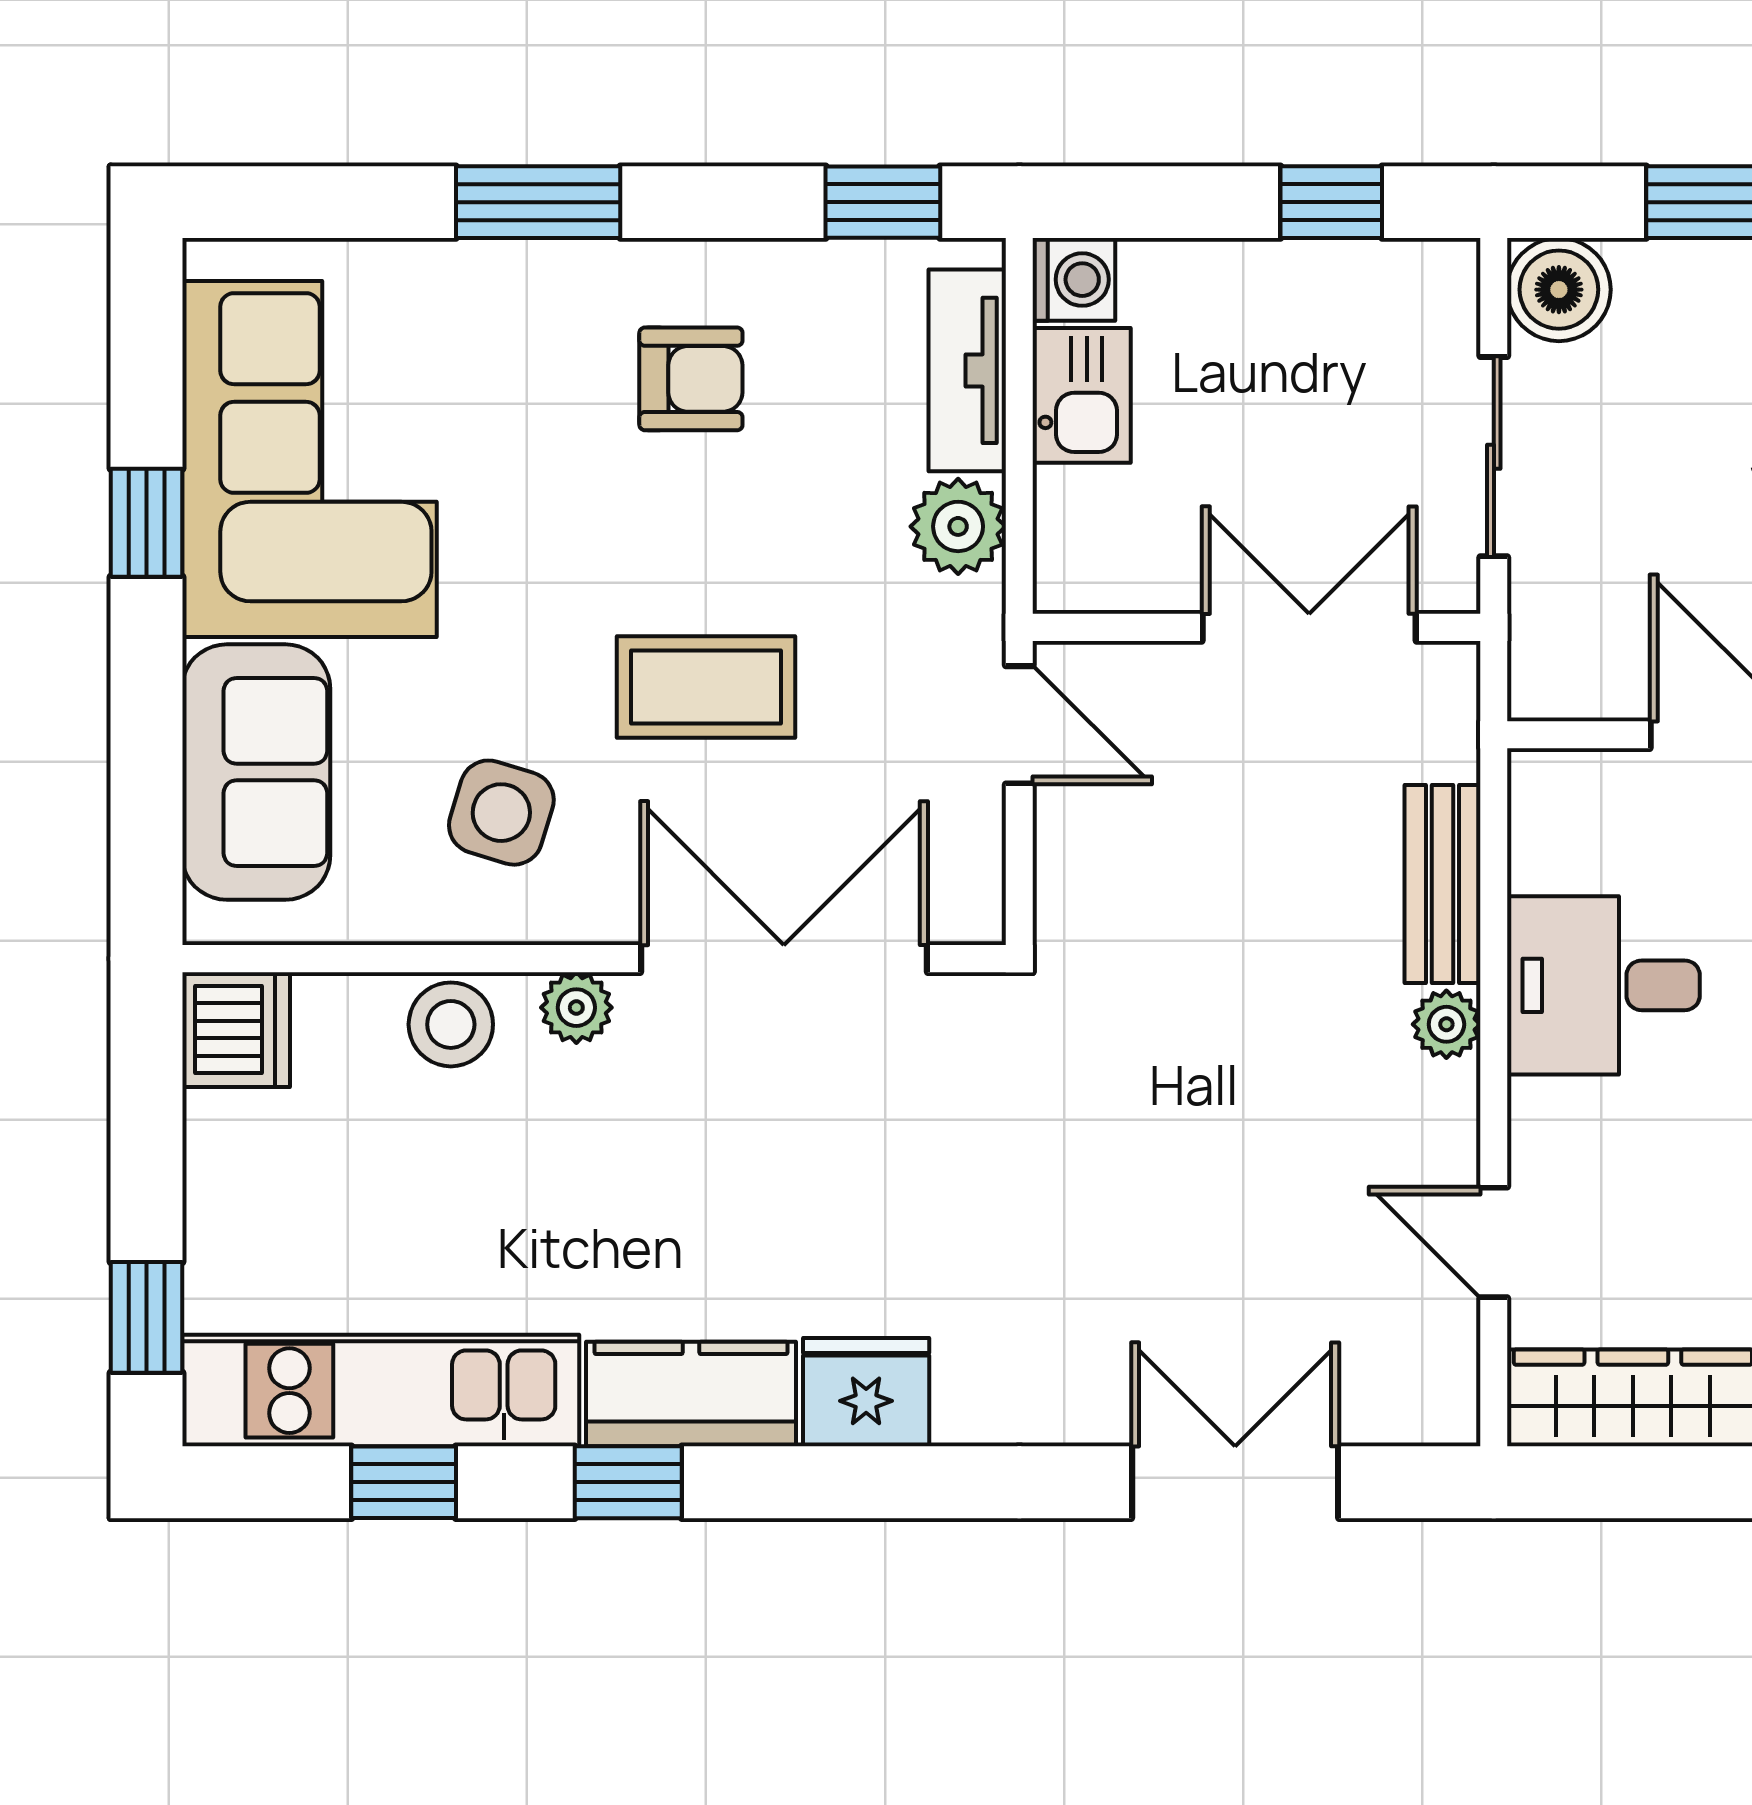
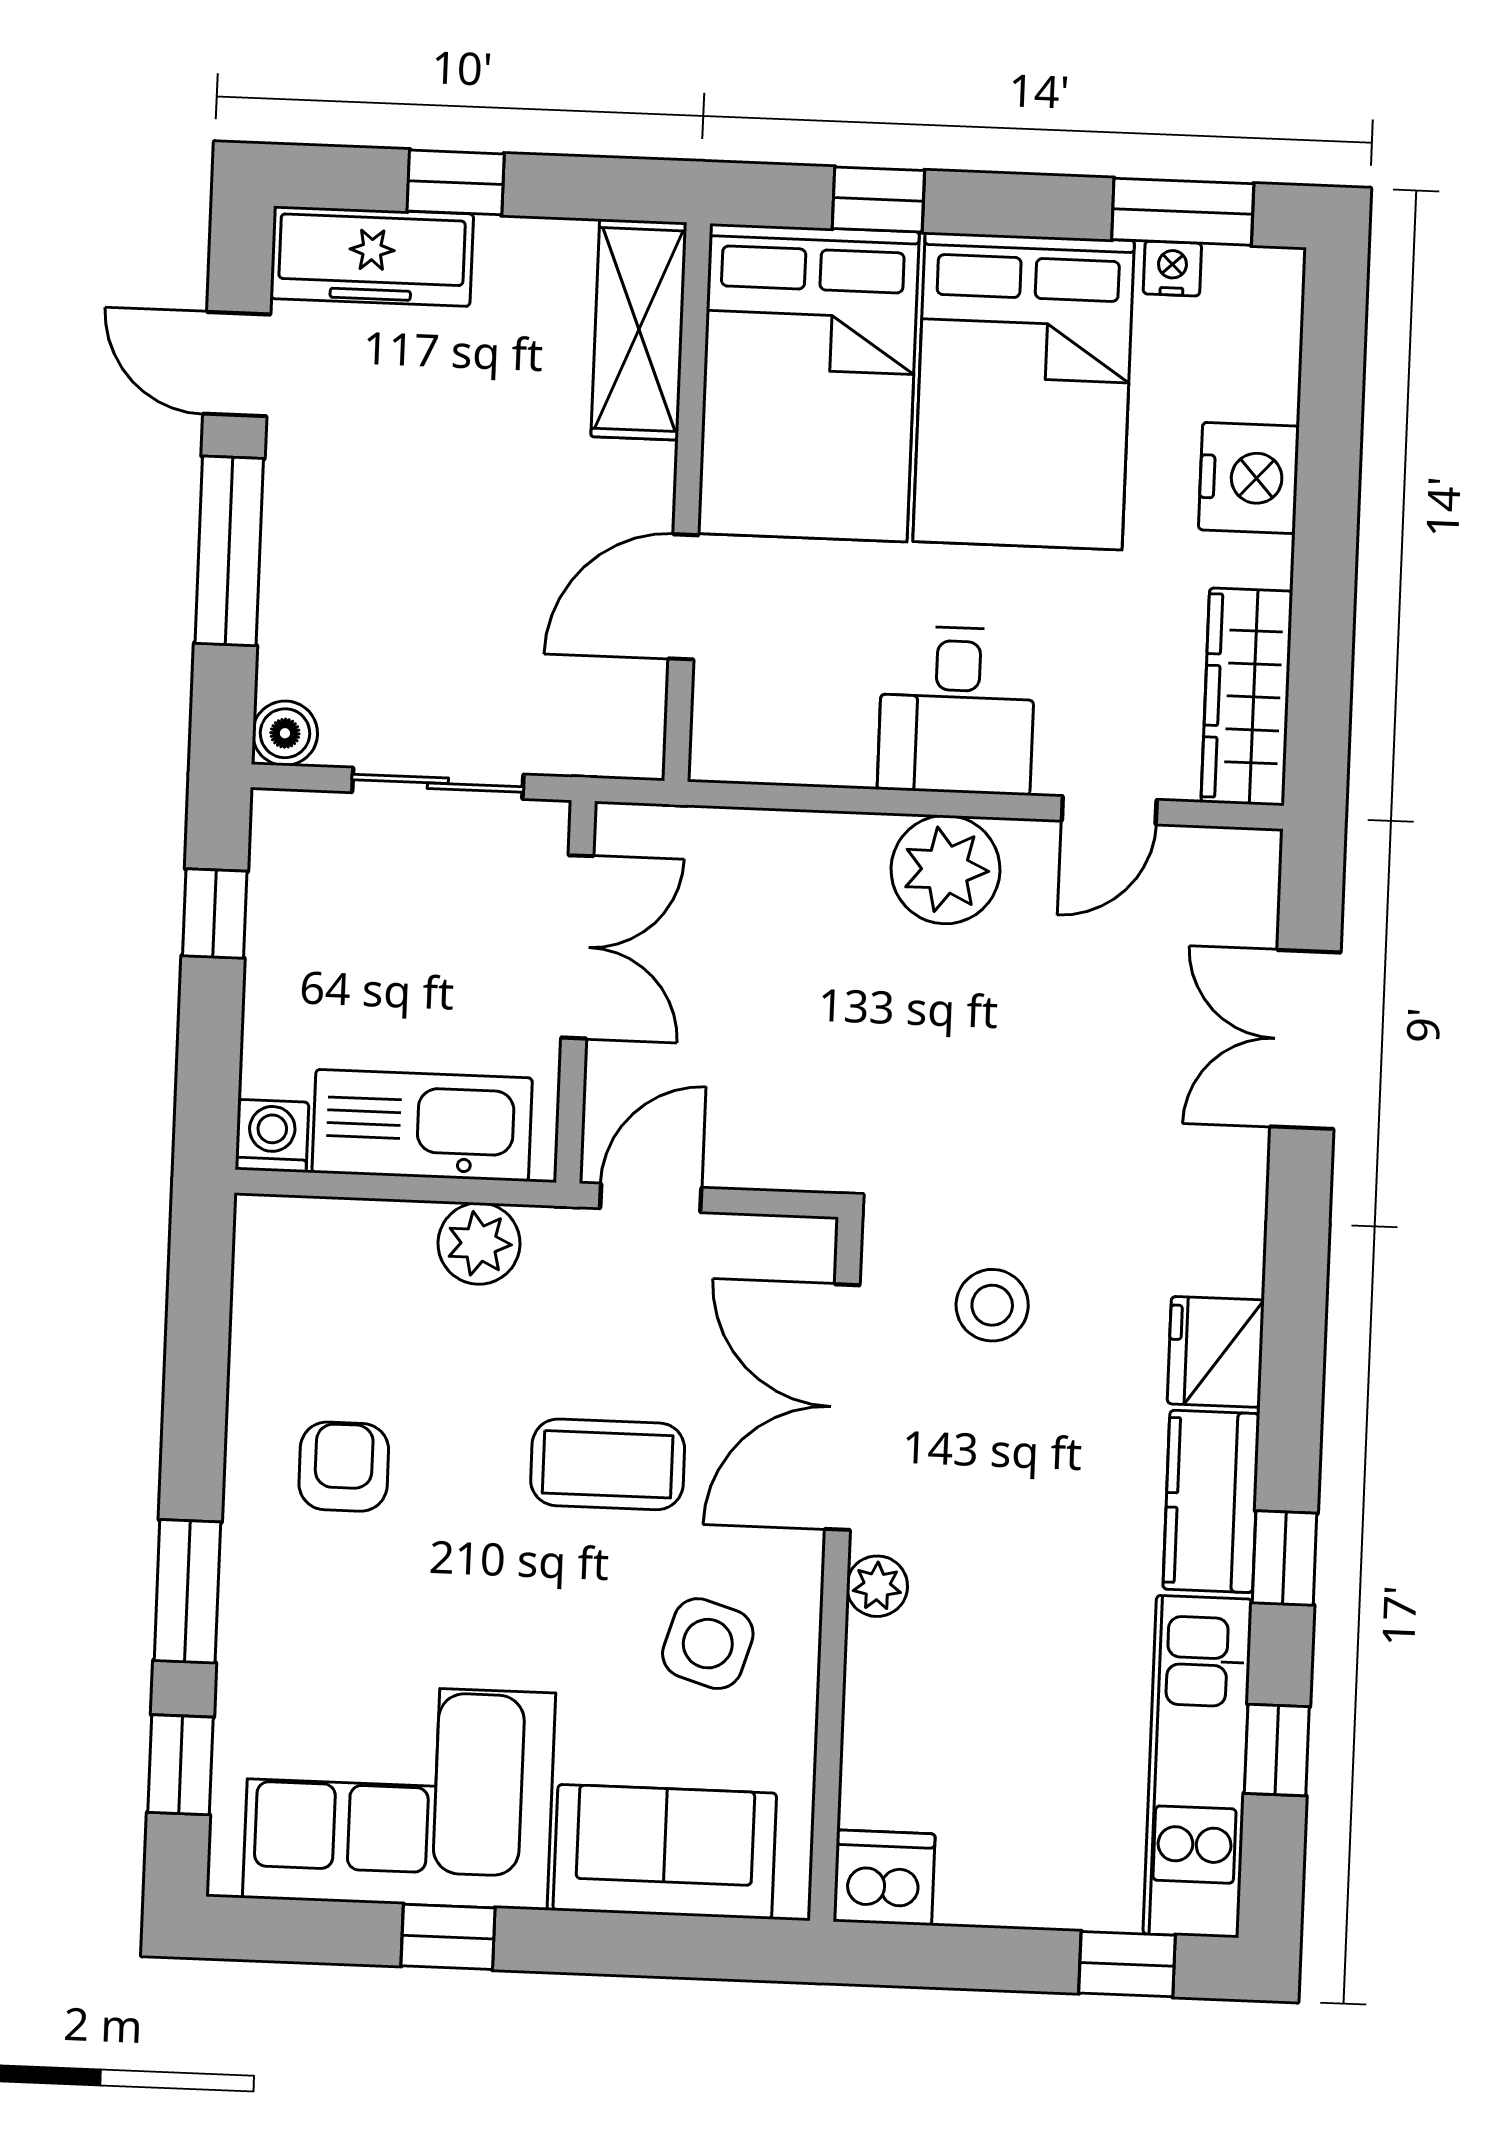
window: (883, 202) -> (180, 1765), moved
boiler: (1559, 290) -> (285, 733), width x0.73, depth x0.73
tv unit: (967, 370) -> (346, 1230), removed
kitchen sink: (1082, 395) -> (422, 1125), width x1.87, depth x1.24
double door: (1309, 627) -> (577, 947), swing flipped
coffee table: (706, 687) -> (608, 1464), turned 90
bench: (1442, 884) -> (801, 842), removed
desk: (1603, 985) -> (957, 710), moved
stool: (451, 1024) -> (992, 1305), moved
plant: (1446, 1024) -> (946, 870), width x1.88, depth x1.88

